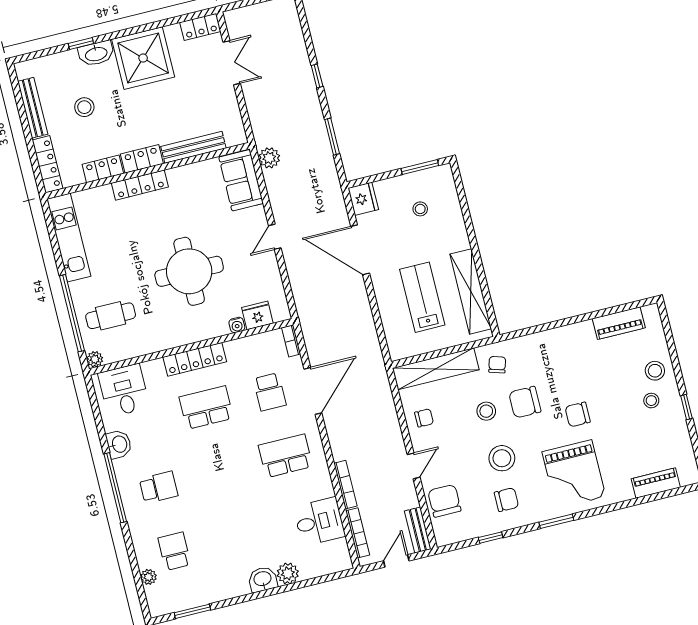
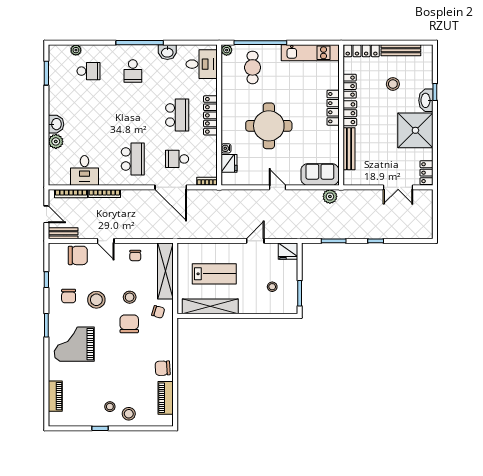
door: (360, 250) -> (255, 241), width x0.53
chair: (578, 414) -> (163, 368), moved, turned -93

